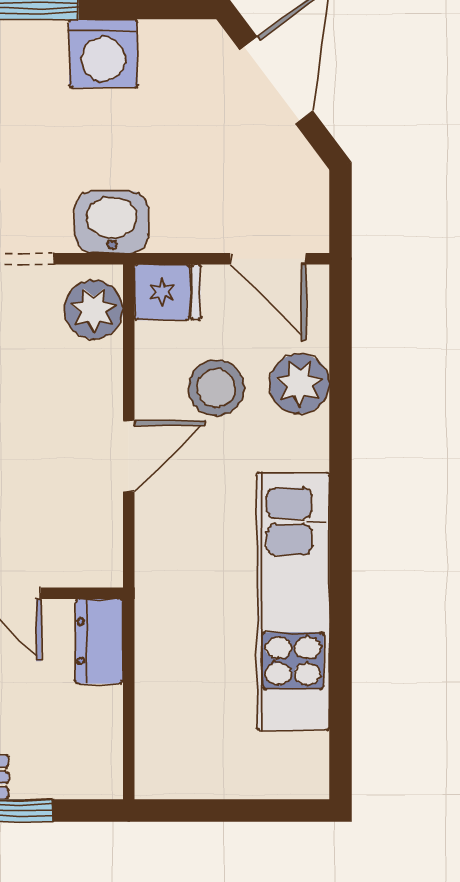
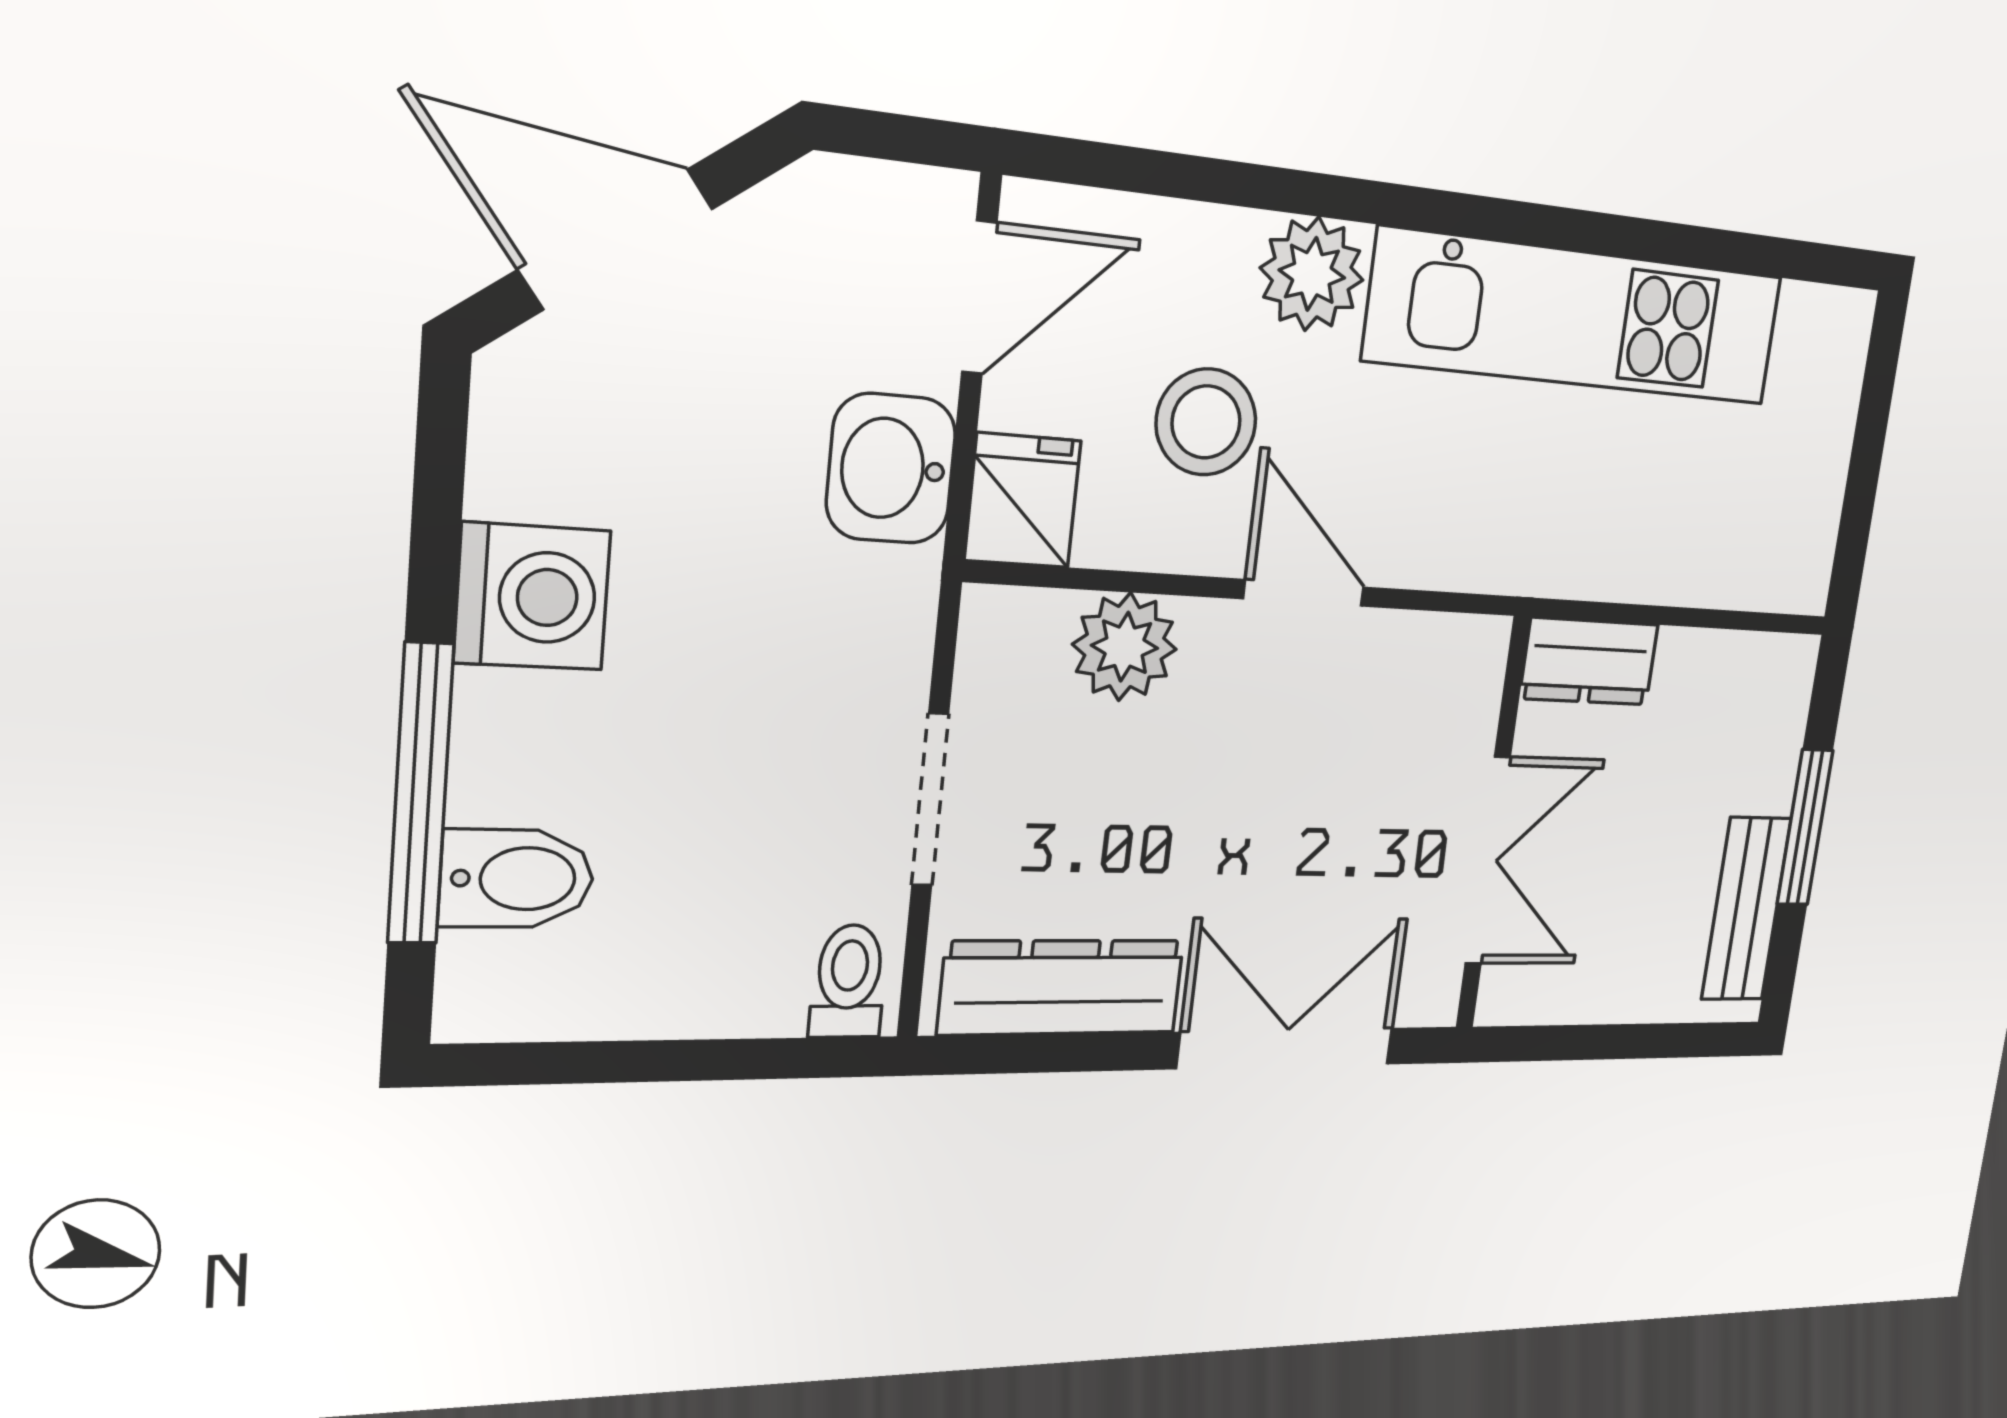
washbasin: (112, 222) -> (891, 469), moved
plant: (94, 310) -> (1125, 647), moved
plant: (299, 384) -> (1312, 274), moved

